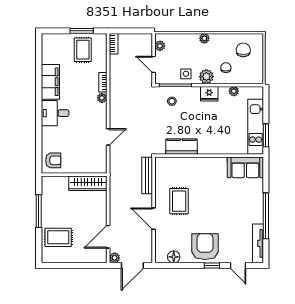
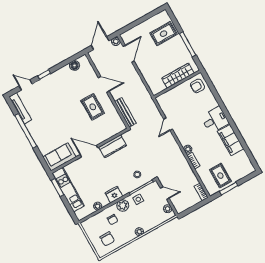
door: (210, 156) -> (89, 151), added
wardrobe: (88, 183) -> (178, 76), moved
armchair: (205, 247) -> (56, 85), removed

